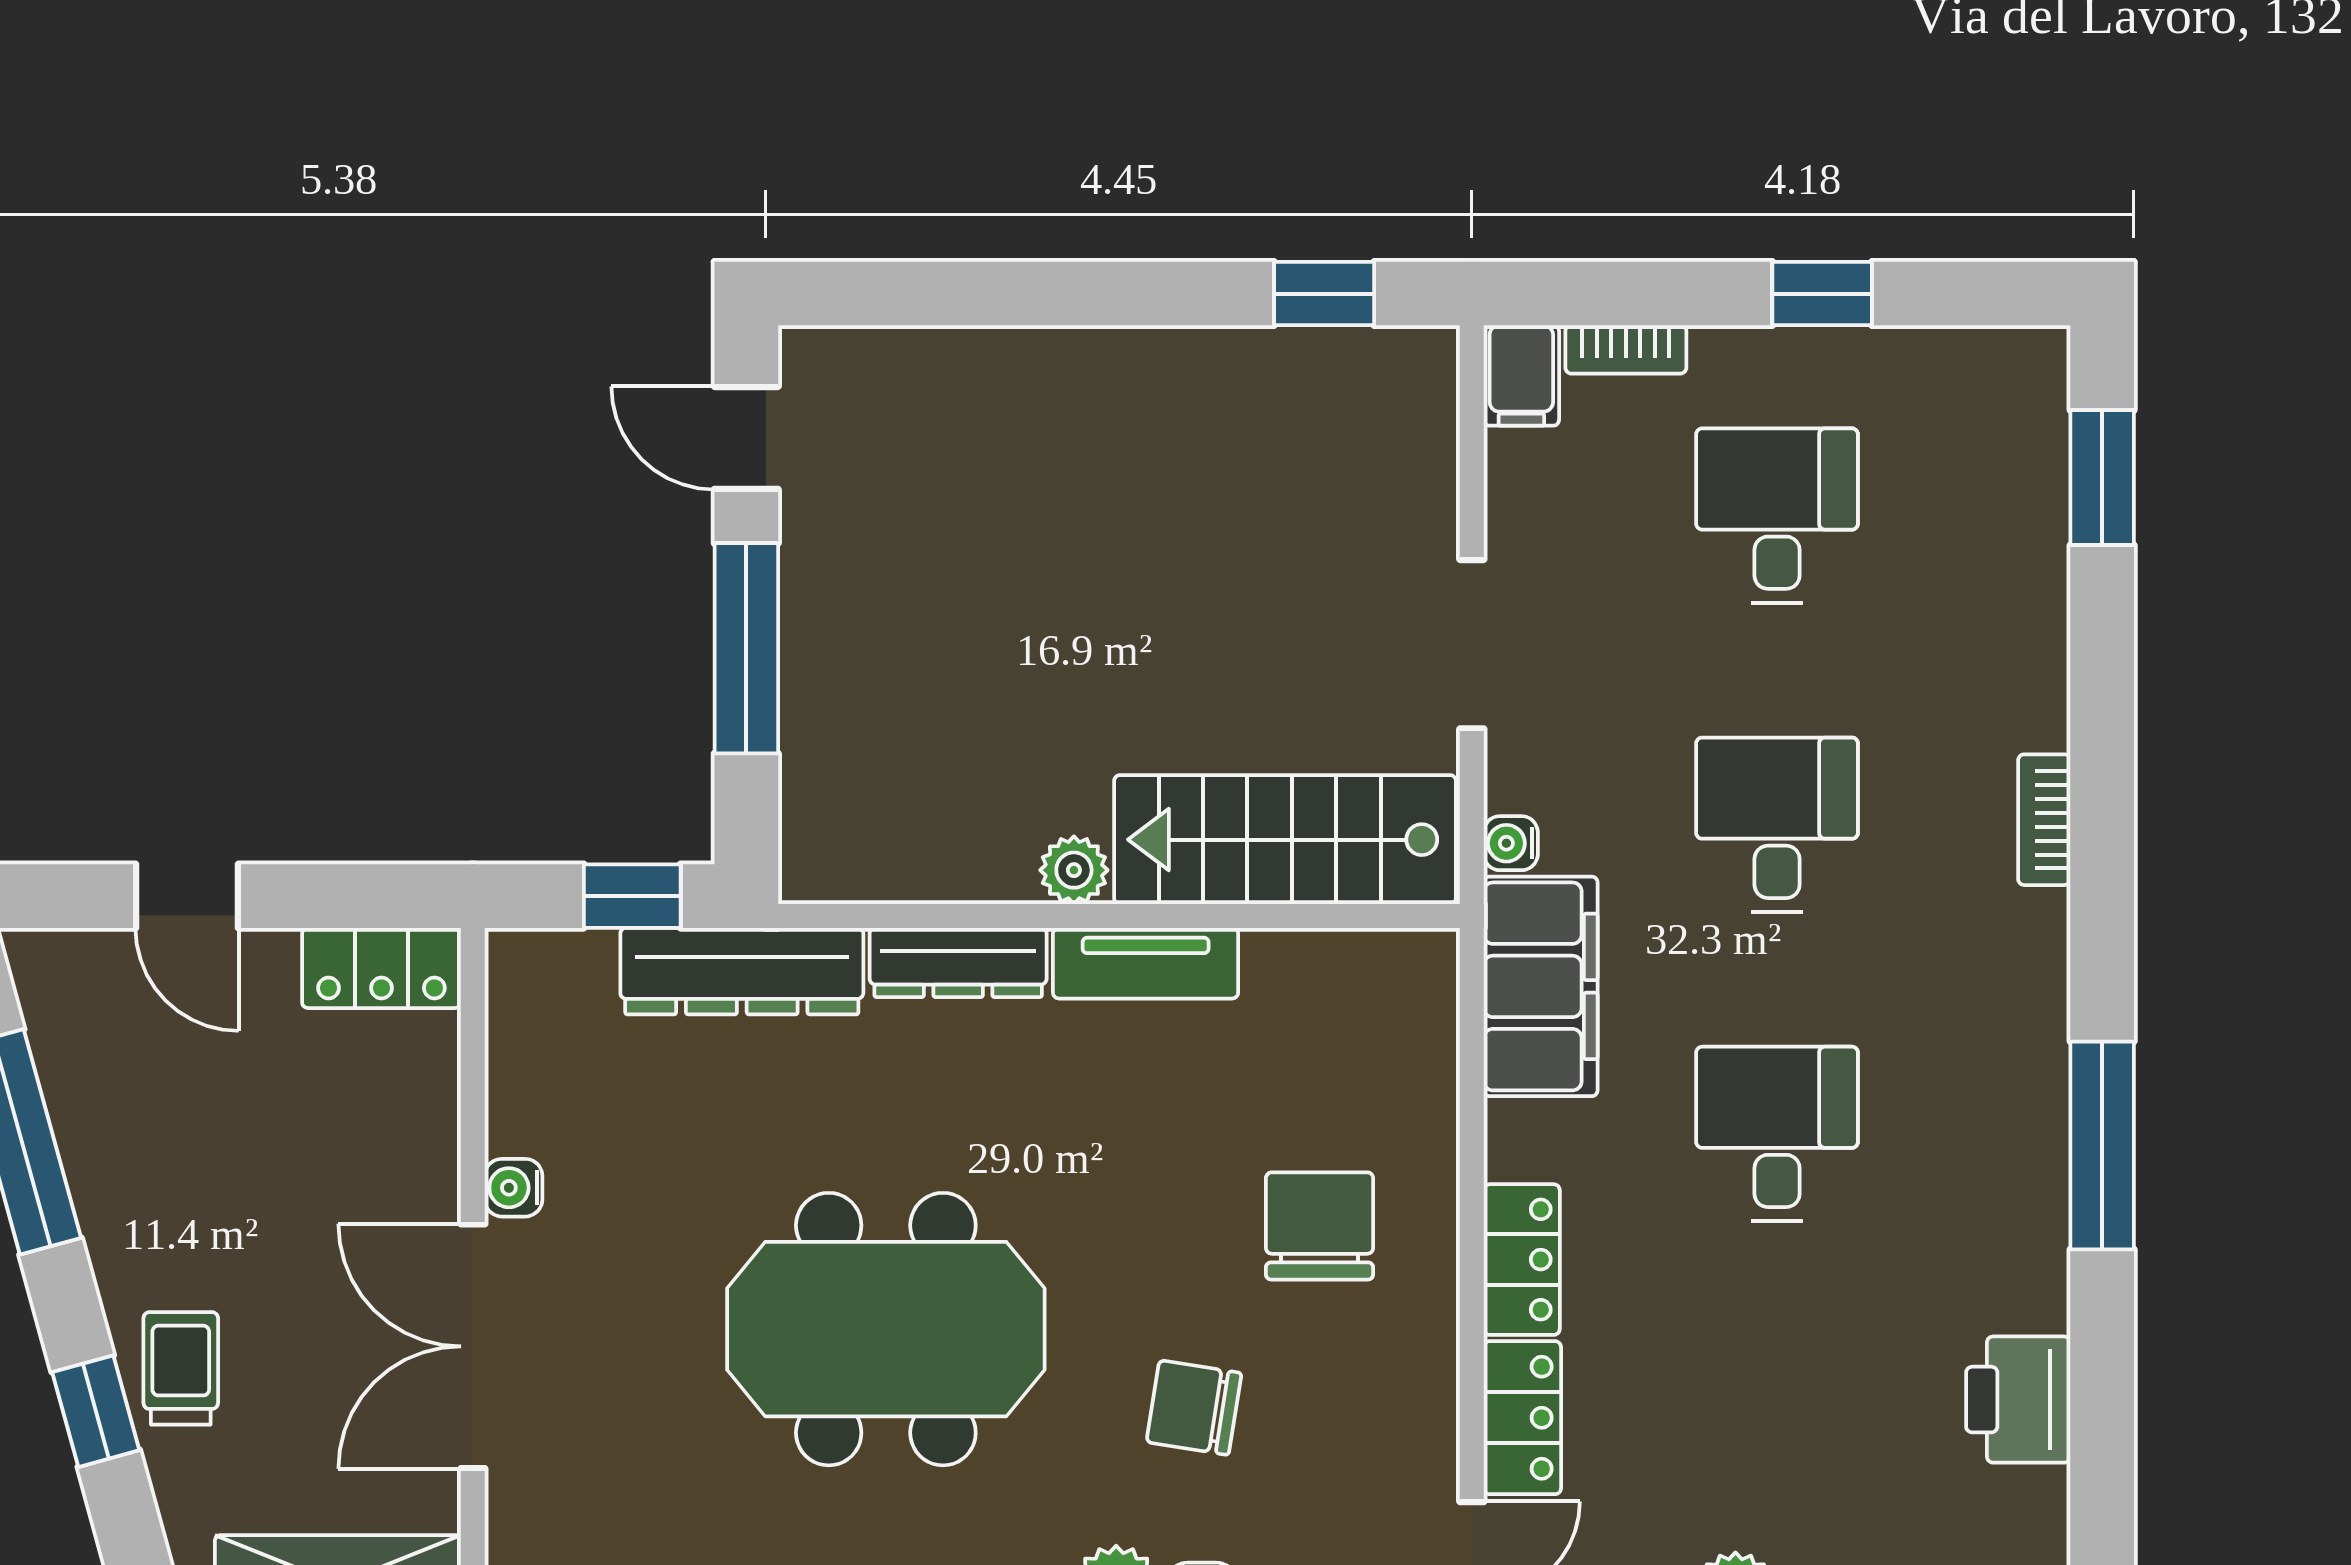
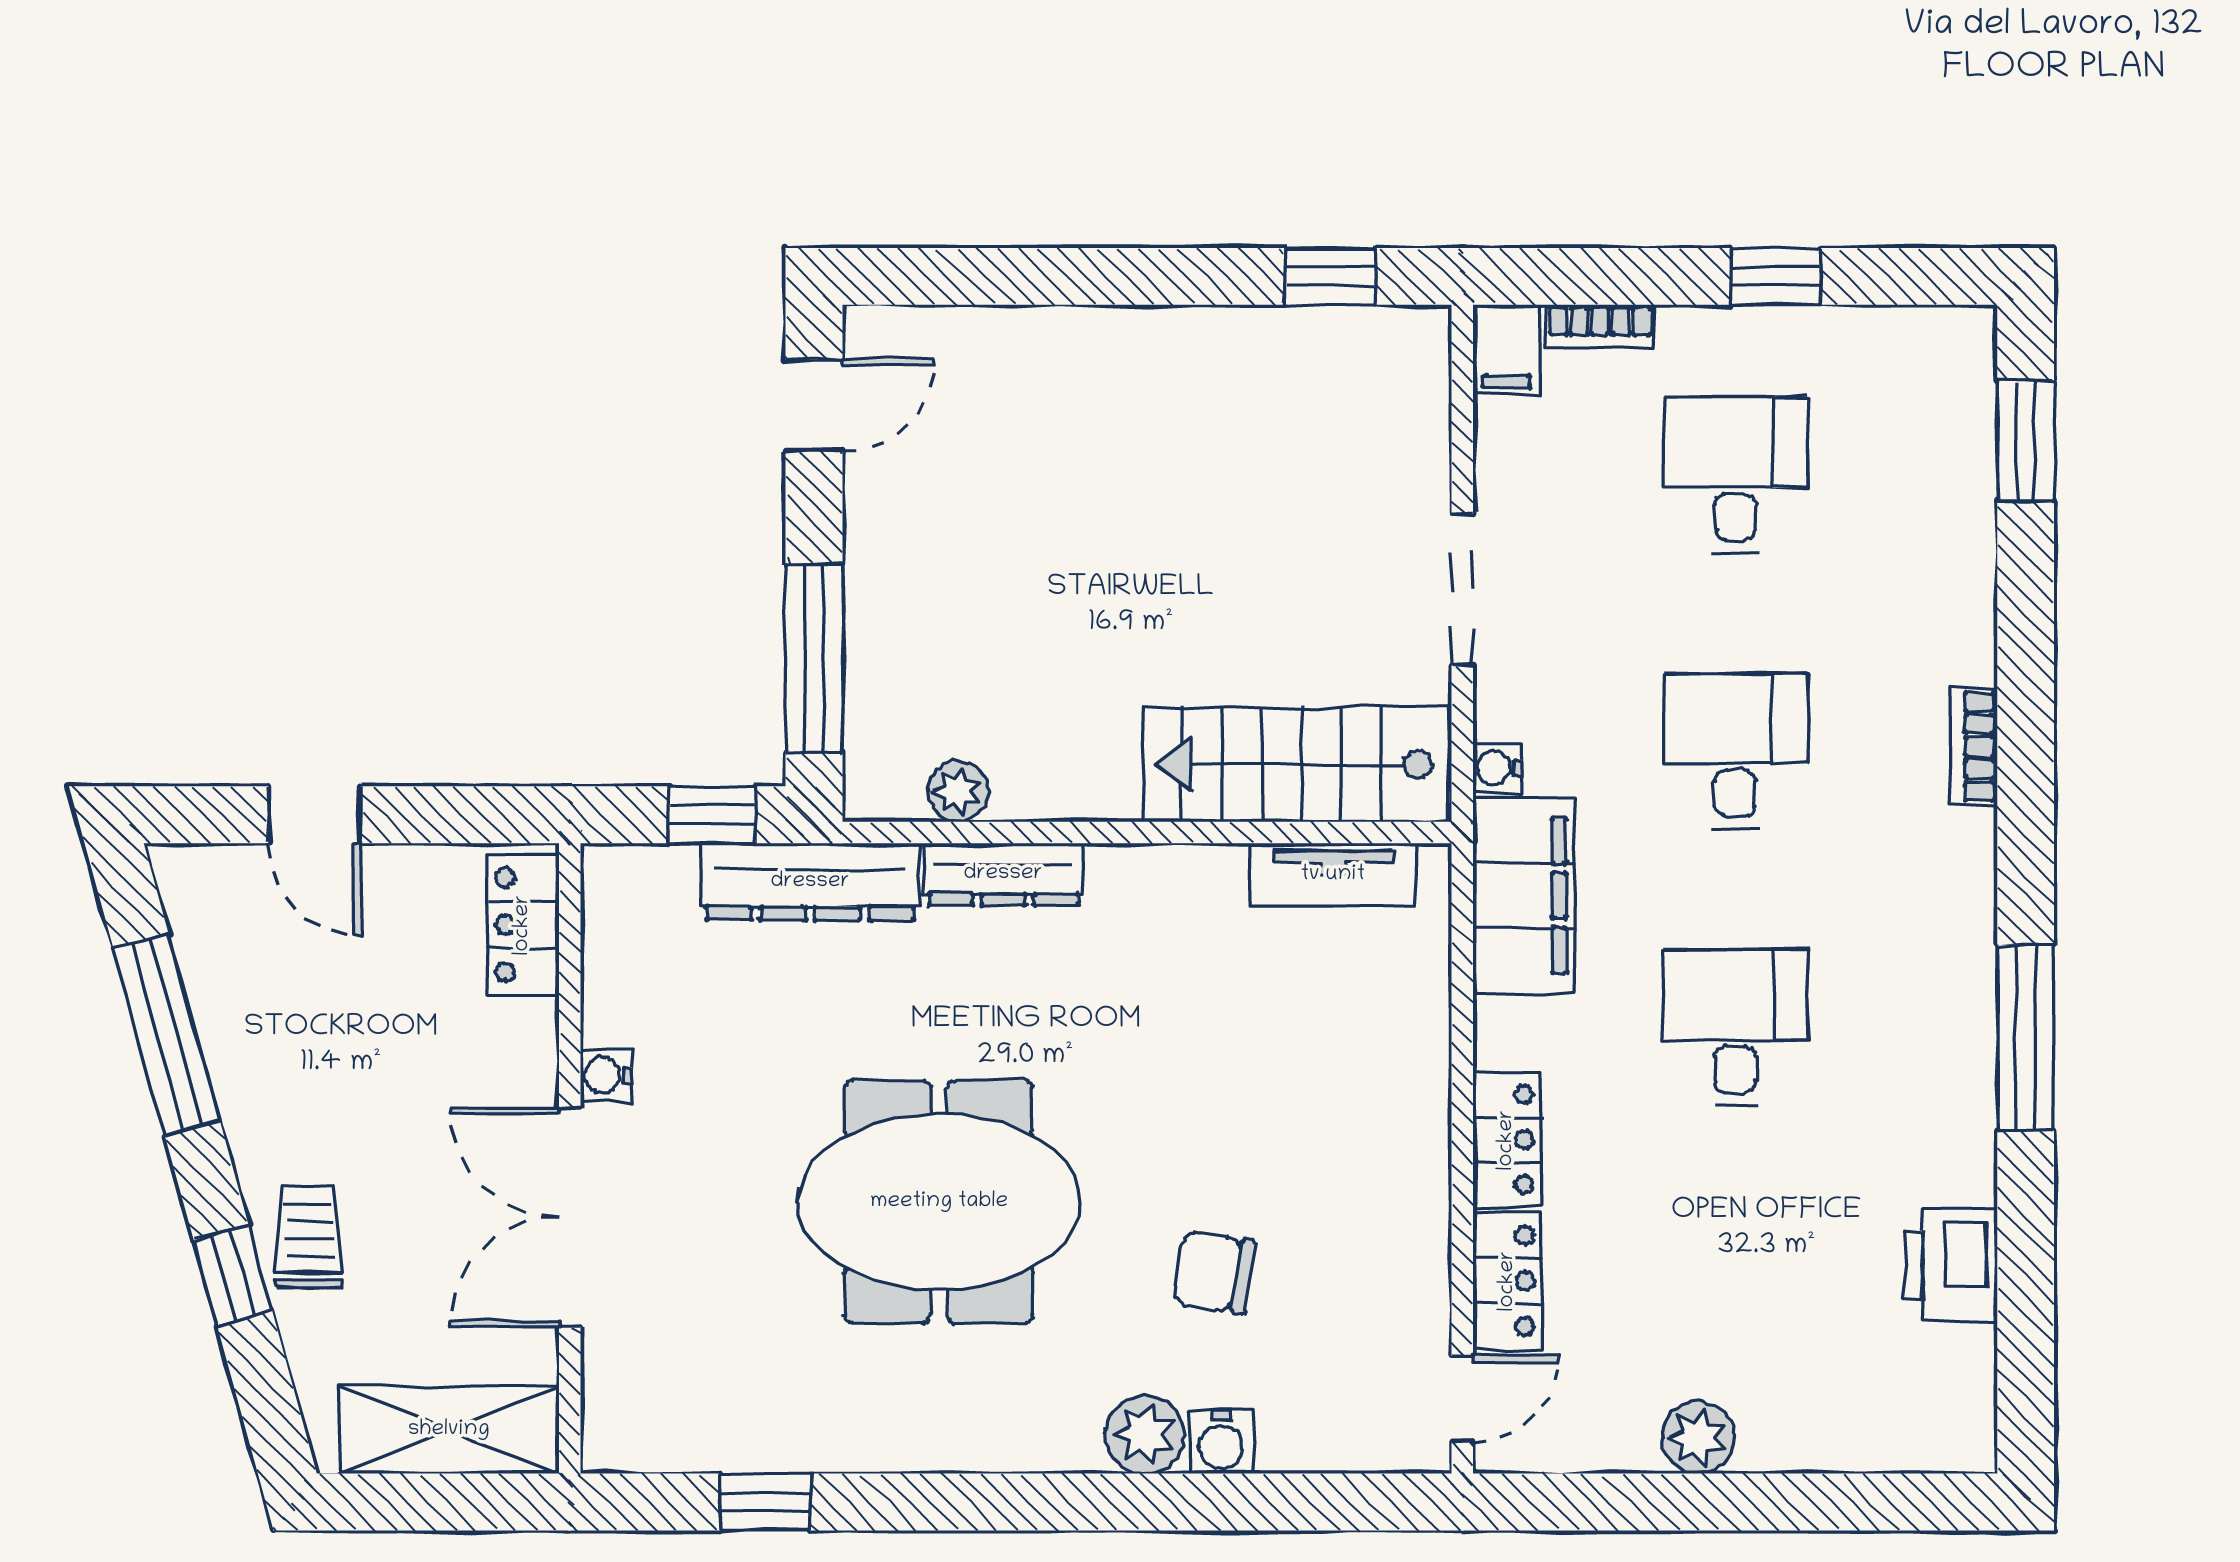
door: (746, 438) -> (814, 405), swing flipped
window: (746, 648) -> (814, 658), moved
plant: (1074, 870) -> (958, 792), moved
tv unit: (1146, 963) -> (1333, 875), moved
locker: (381, 968) -> (523, 925), moved, turned 90
chair: (1320, 1226) -> (1326, 1110), removed

